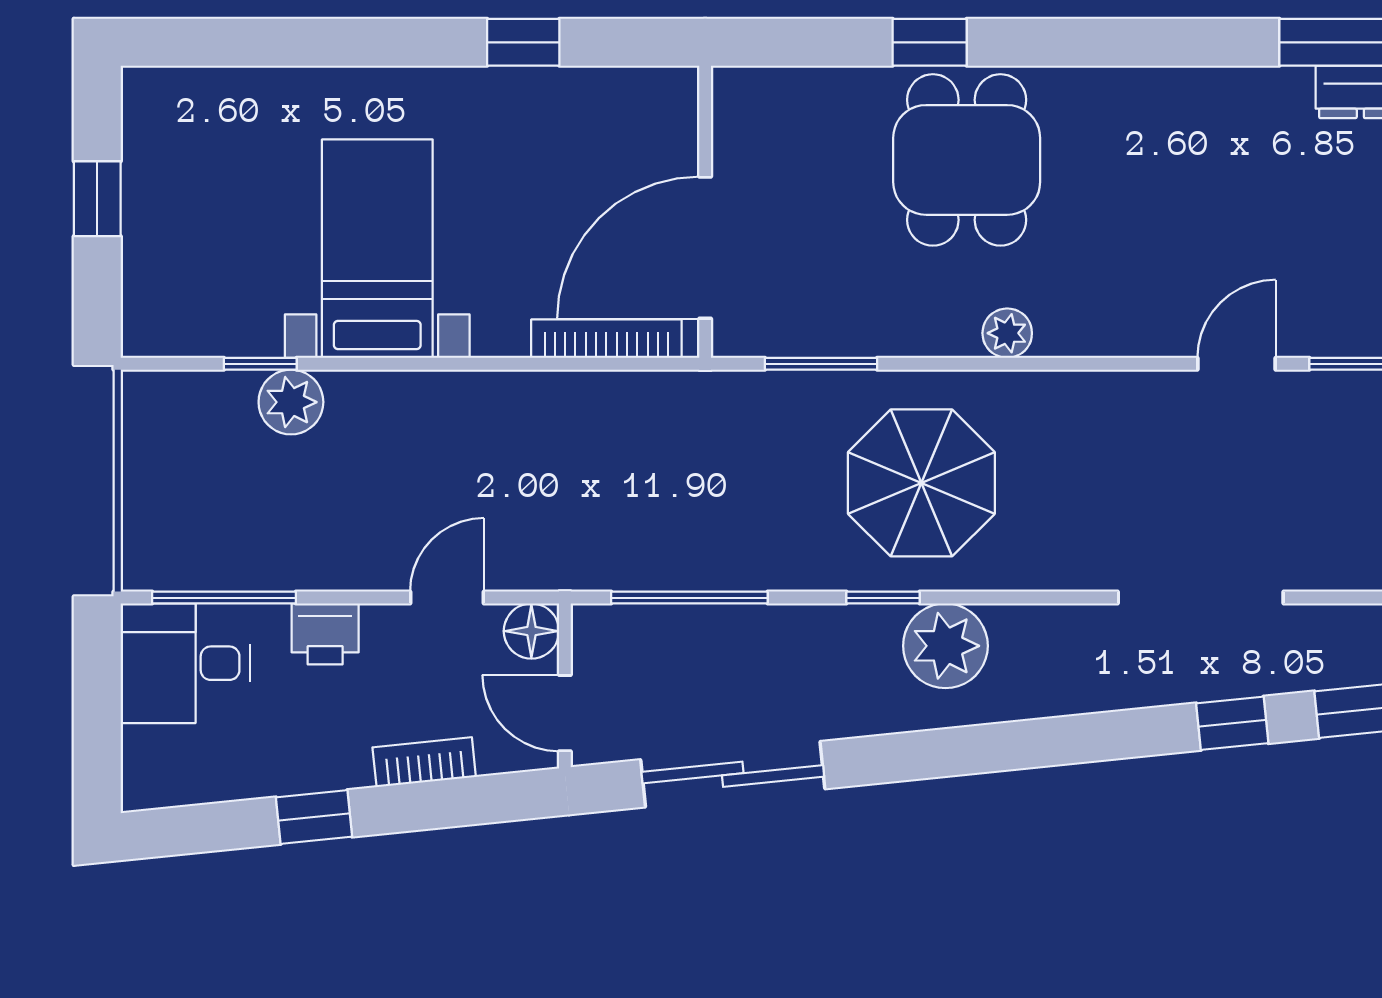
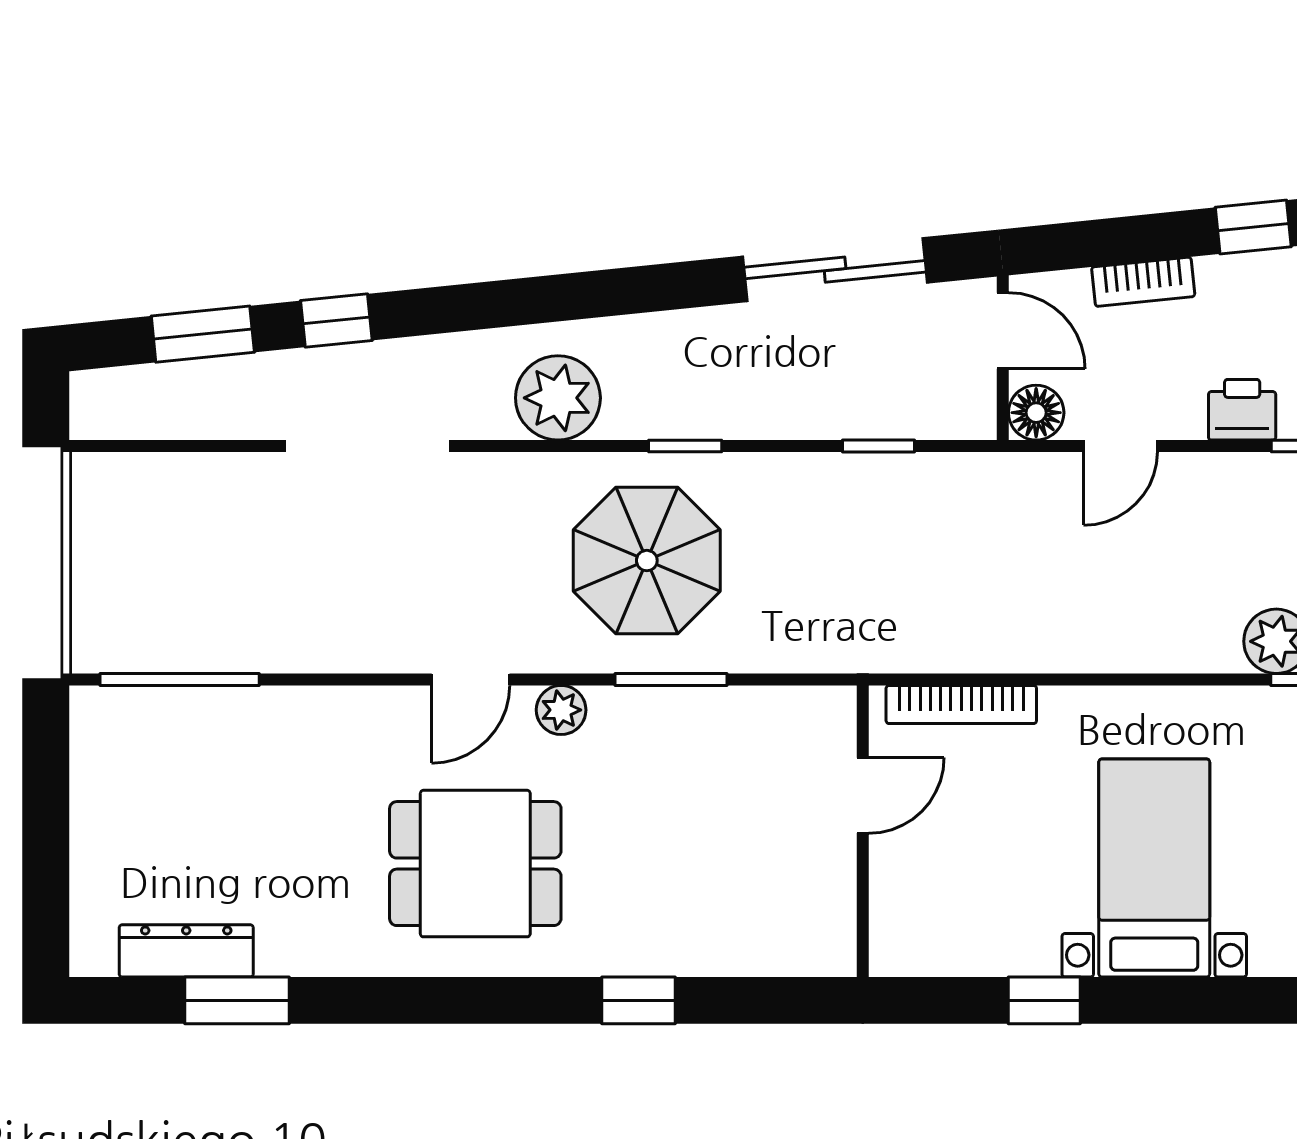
dining table: (967, 160) -> (475, 864), moved, turned 90
door: (705, 248) -> (863, 795), width x0.53
bed with nightstands: (377, 249) -> (1154, 868), moved, turned 180
window: (821, 364) -> (671, 679), moved
door: (1236, 364) -> (471, 679), moved
window: (689, 598) -> (878, 446), width x0.46
plant: (945, 646) -> (558, 398), moved

